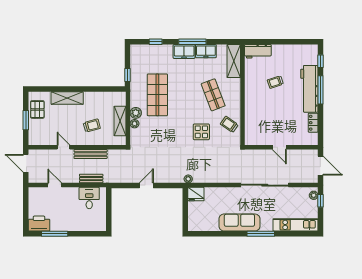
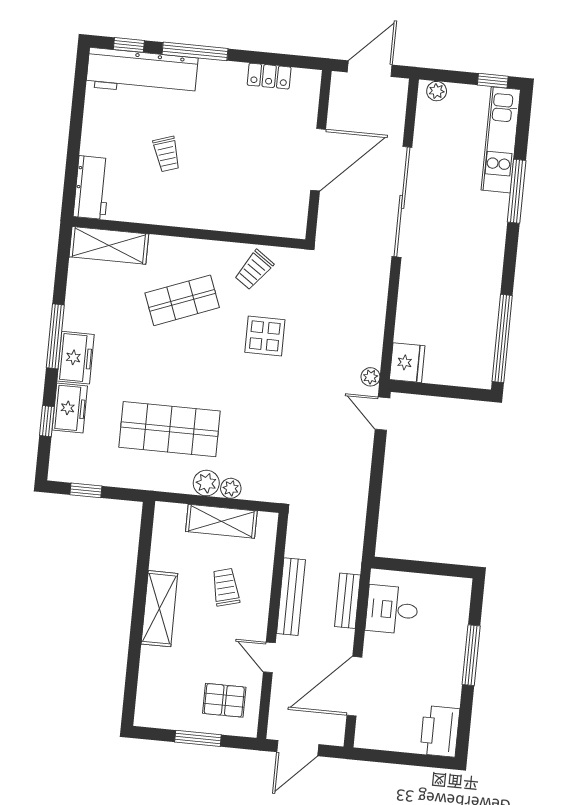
freezer: (206, 51) -> (70, 408), moved
window: (128, 75) -> (86, 490), moved
workbench: (309, 89) -> (142, 72), moved
shelving: (67, 98) -> (159, 609), moved
pallet: (37, 109) -> (224, 700), moved
door: (64, 147) -> (269, 657), hinge flipped
door: (279, 147) -> (318, 160), width x1.87
door: (55, 185) -> (354, 686), width x1.87
door: (146, 186) -> (382, 414), moved
window: (321, 201) -> (493, 81), moved
sofa: (239, 223) -> (483, 269), removed
window: (55, 234) -> (471, 655), moved
window: (210, 234) -> (502, 339), added
window: (261, 234) -> (517, 191), moved

